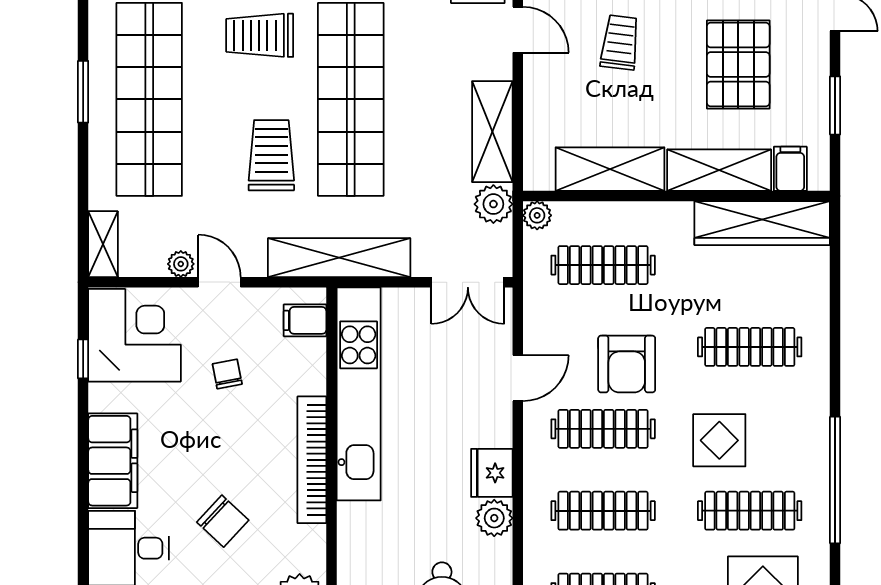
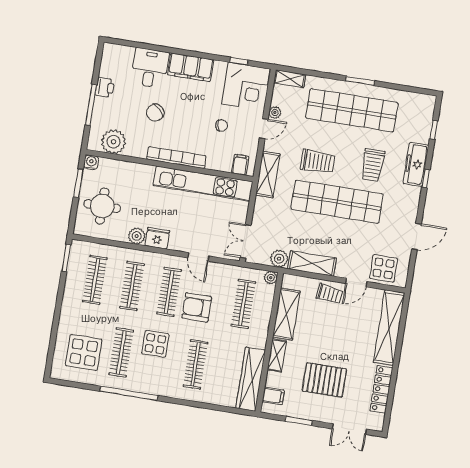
trolley: (260, 35) -> (373, 165), turned 180
trolley: (620, 42) -> (329, 294), moved
shelving: (719, 170) -> (277, 355), width x0.67, depth x0.75
shelving: (339, 258) -> (268, 174), width x0.68

